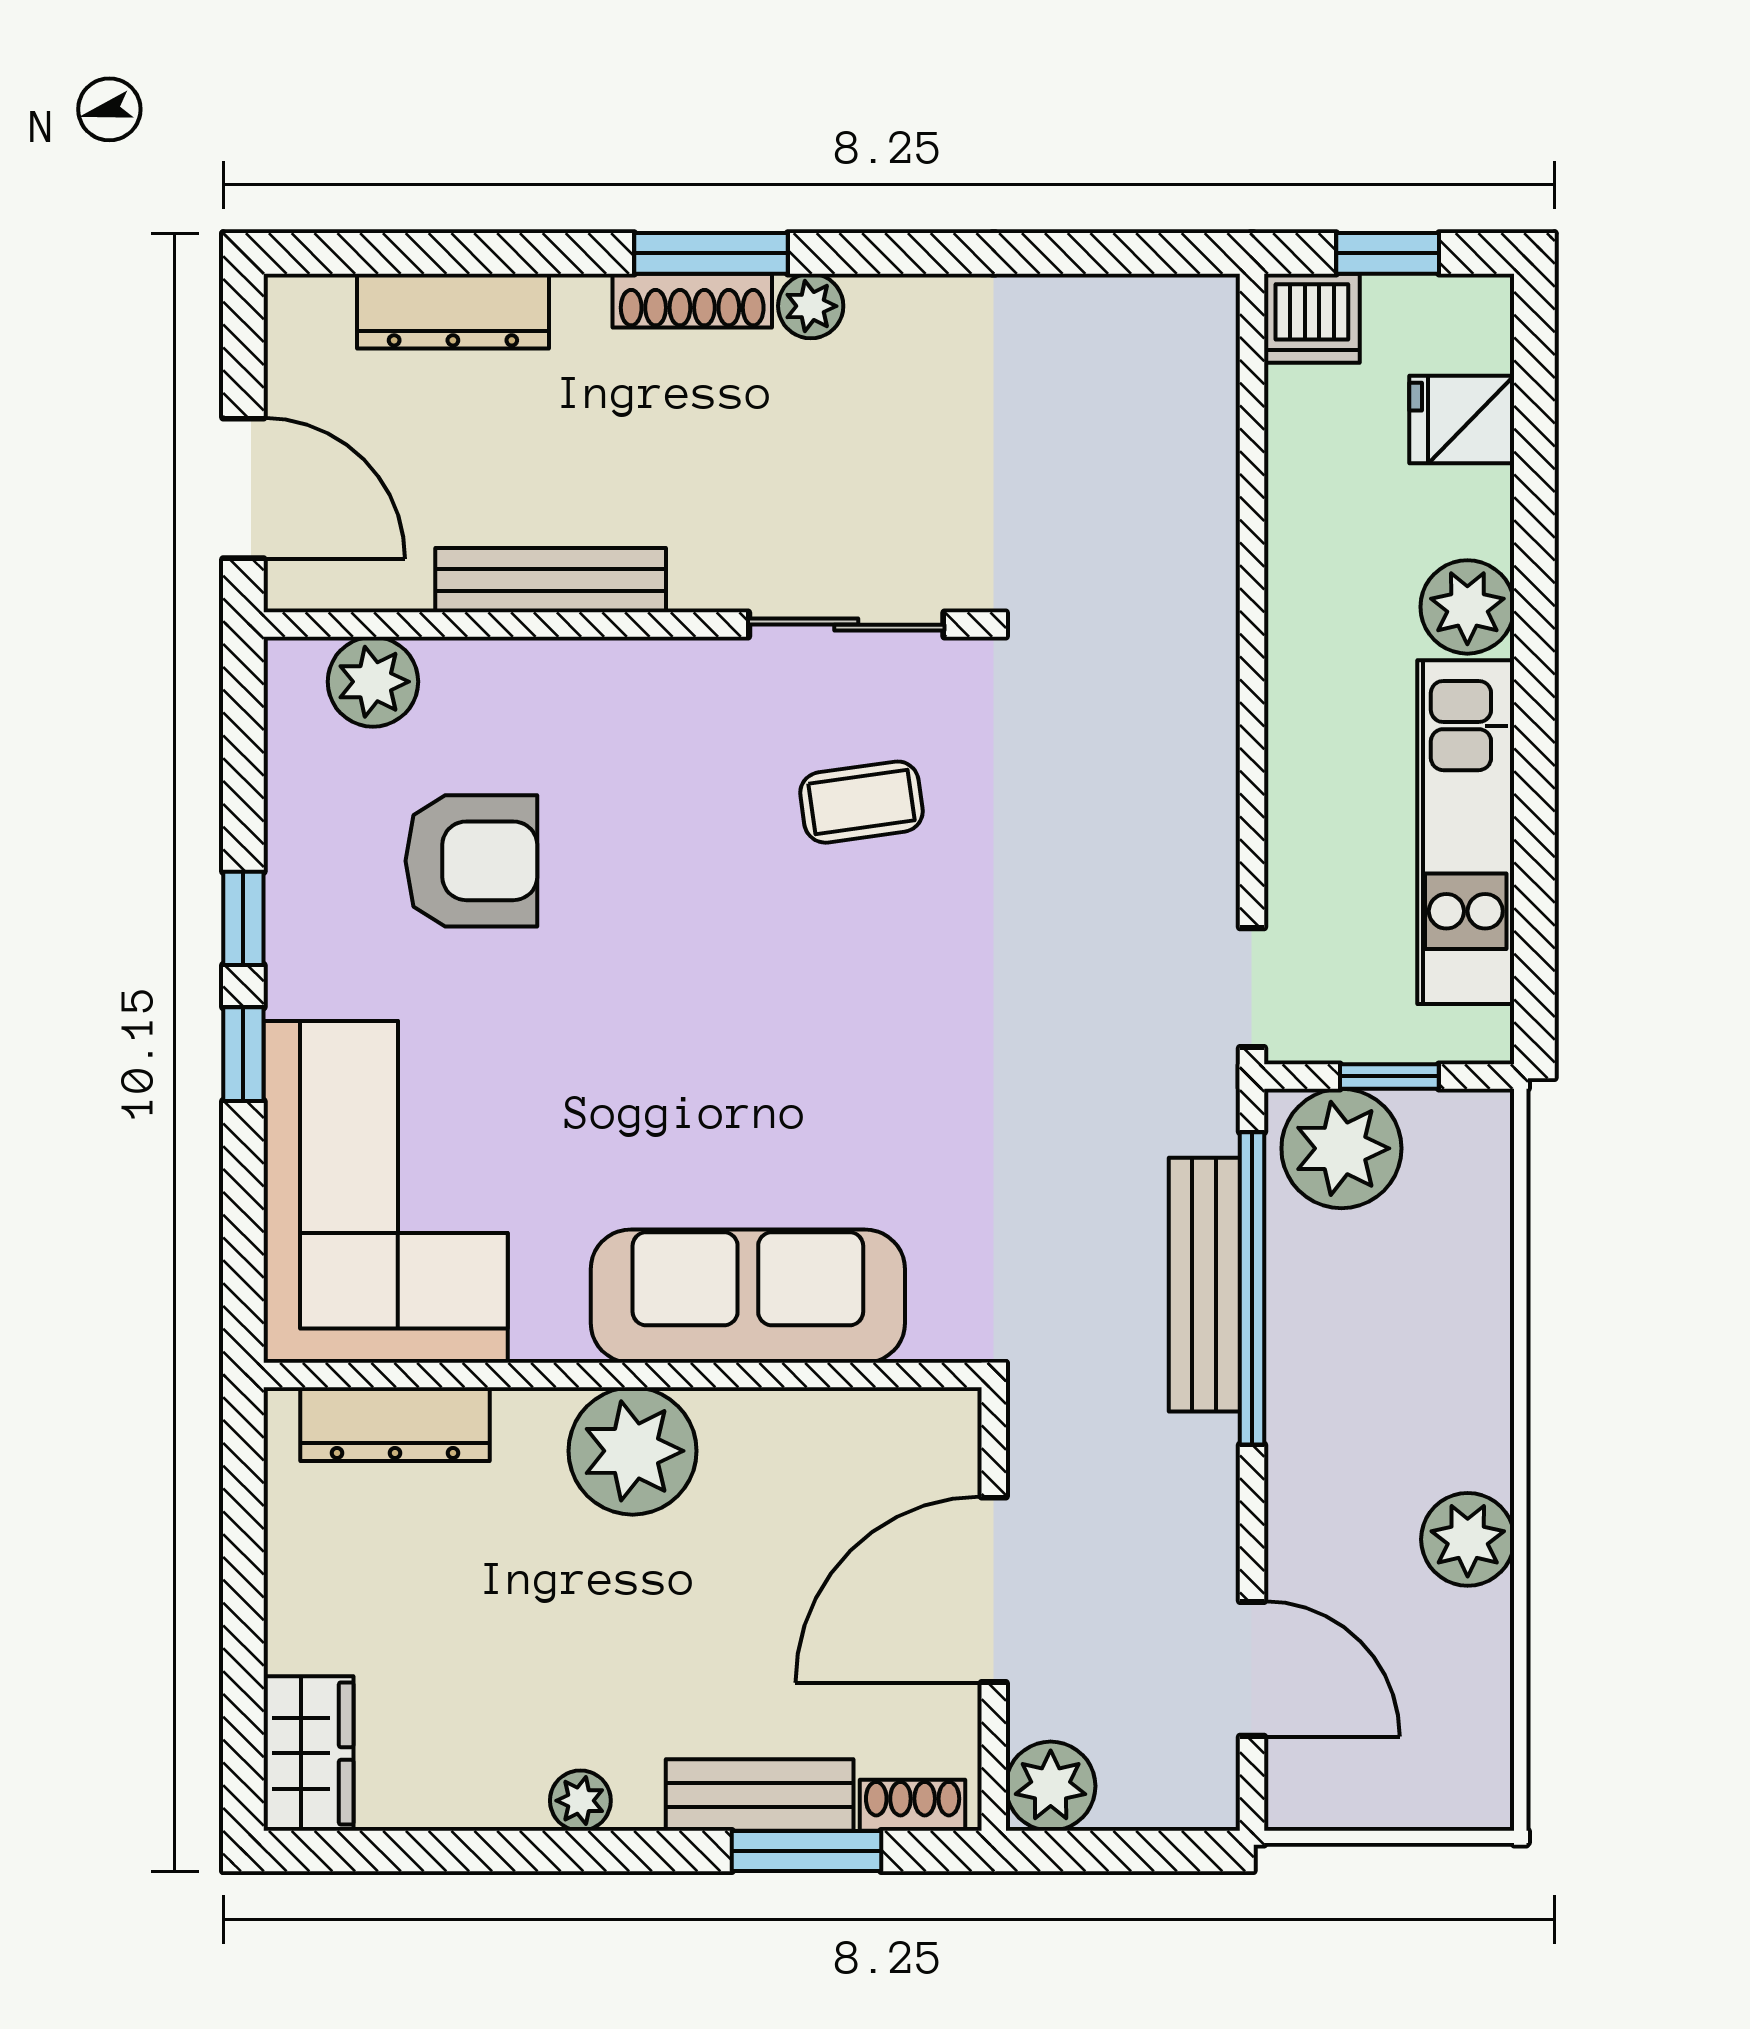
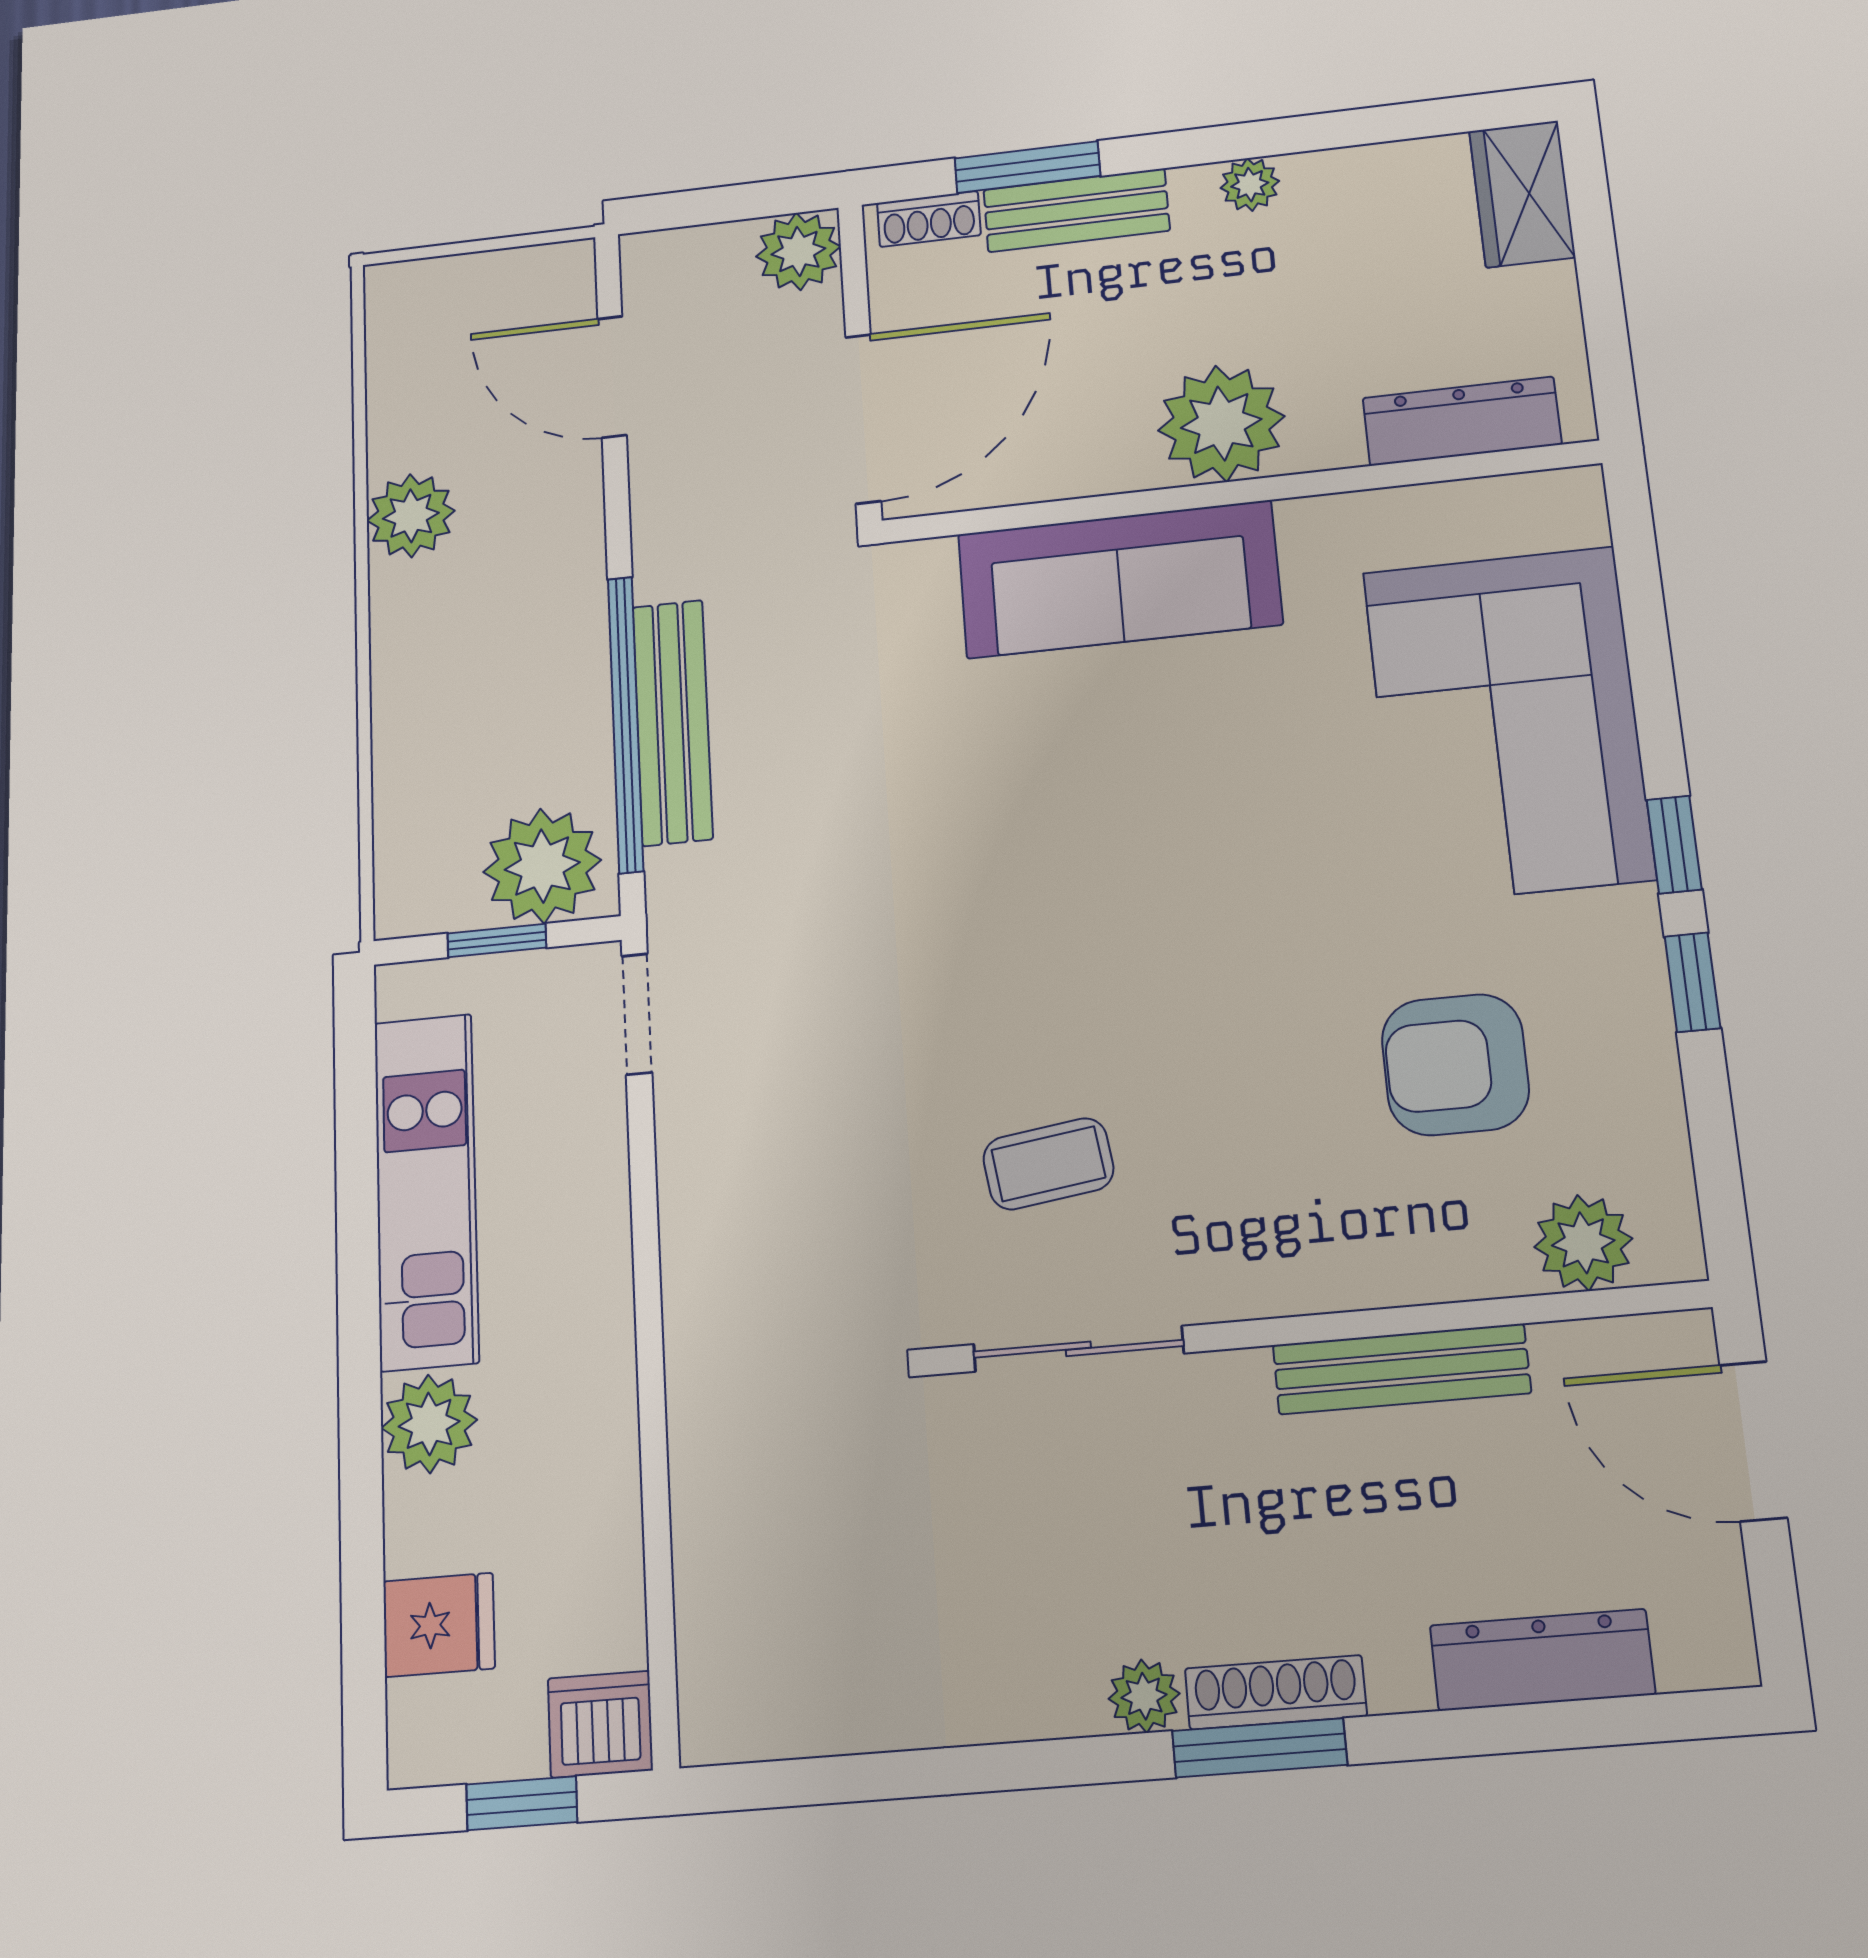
sofa: (748, 1296) -> (1119, 579), moved
wall: (623, 1375) -> (1238, 492), moved
dresser: (395, 1424) -> (1462, 421), moved
plant: (633, 1451) -> (1221, 423), moved

